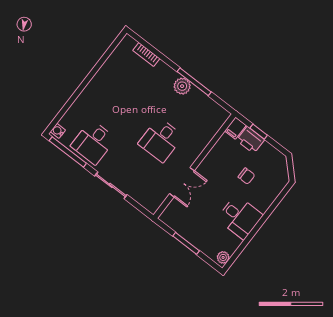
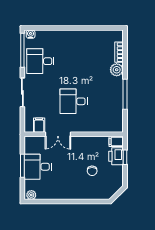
plant: (182, 86) -> (117, 70), moved
filing cabinet: (158, 194) -> (39, 125), added
desk: (240, 217) -> (38, 167), moved, turned 90

